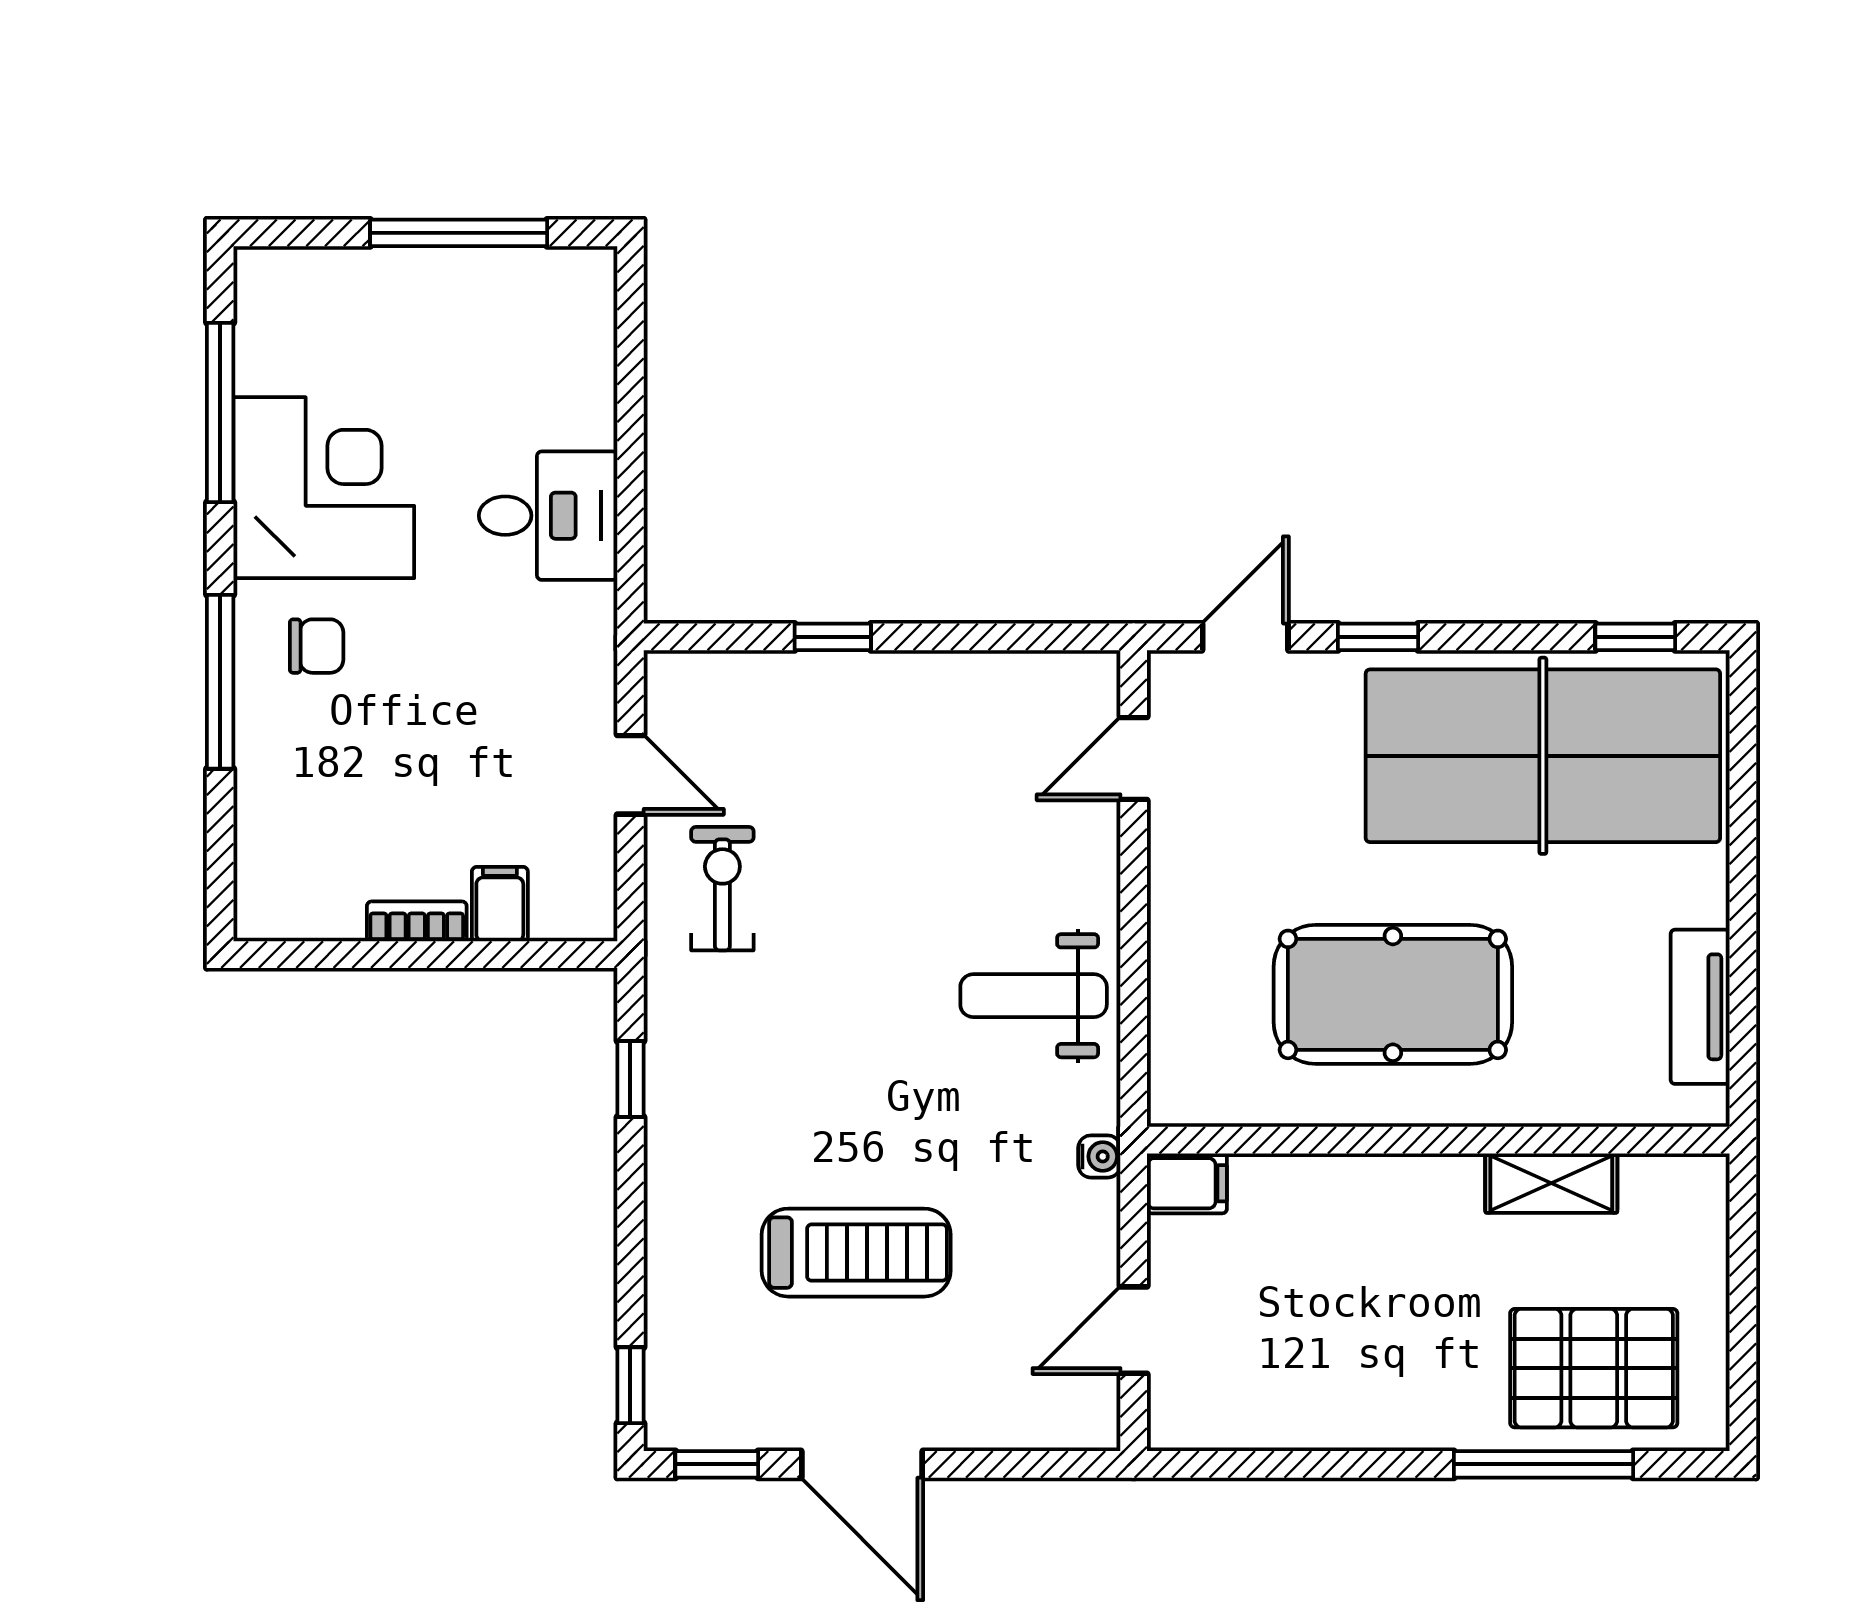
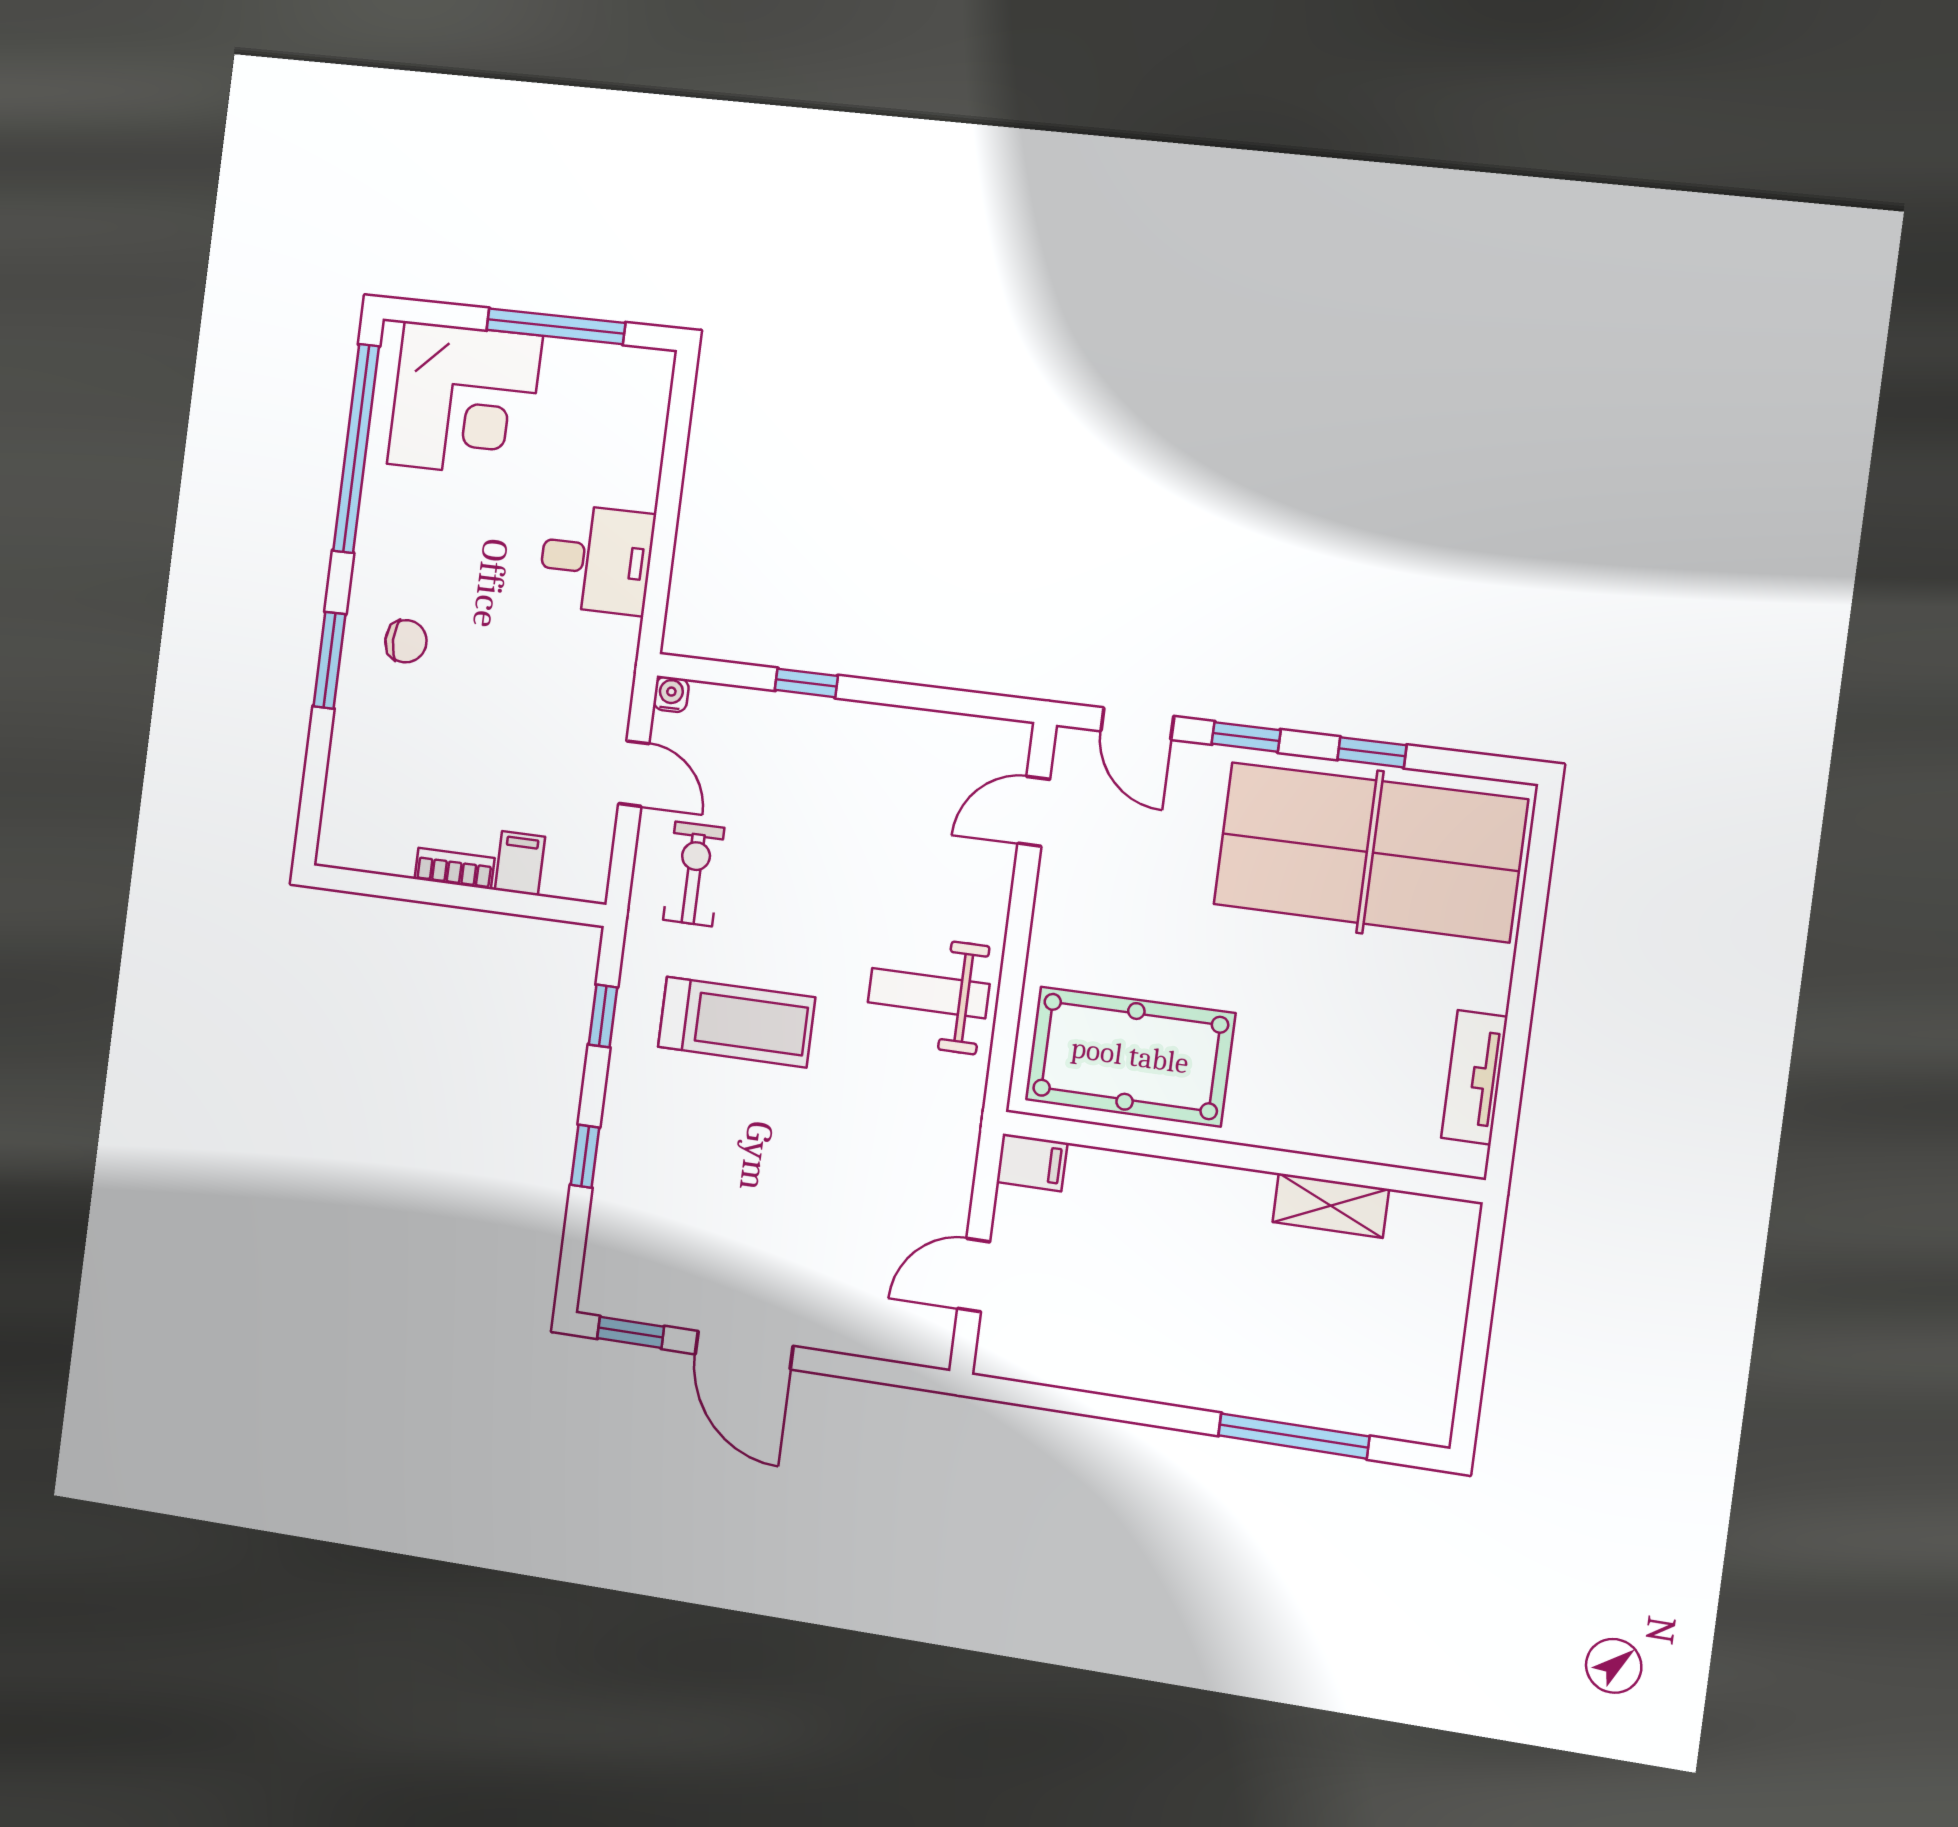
window: (220, 413) -> (356, 449), width x1.46
corner desk: (324, 488) -> (465, 400), moved, turned 90
door: (1245, 637) -> (1137, 724), swing flipped
window: (1635, 637) -> (1372, 752), moved
window: (220, 682) -> (329, 660), width x0.69
pool table: (1393, 994) -> (1130, 1056), moved
water cooler: (1099, 1156) -> (671, 694), moved, turned -90
treadmill: (856, 1253) -> (736, 1022), moved
pallet: (1594, 1368) -> (1346, 1363), removed
window: (630, 1385) -> (585, 1156), moved

